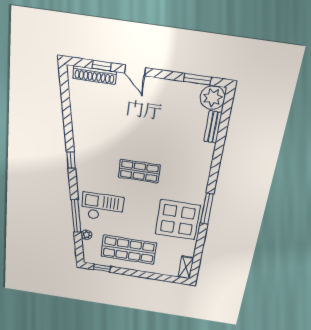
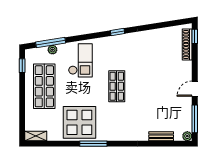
window: (102, 66) -> (195, 36), moved
door: (135, 70) -> (195, 89), moved
window: (197, 79) -> (195, 119), width x1.44
plant: (213, 98) -> (187, 136), width x0.53, depth x0.53
window: (76, 216) -> (51, 42), moved

